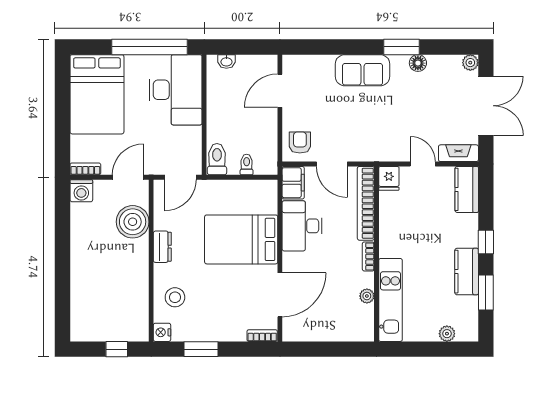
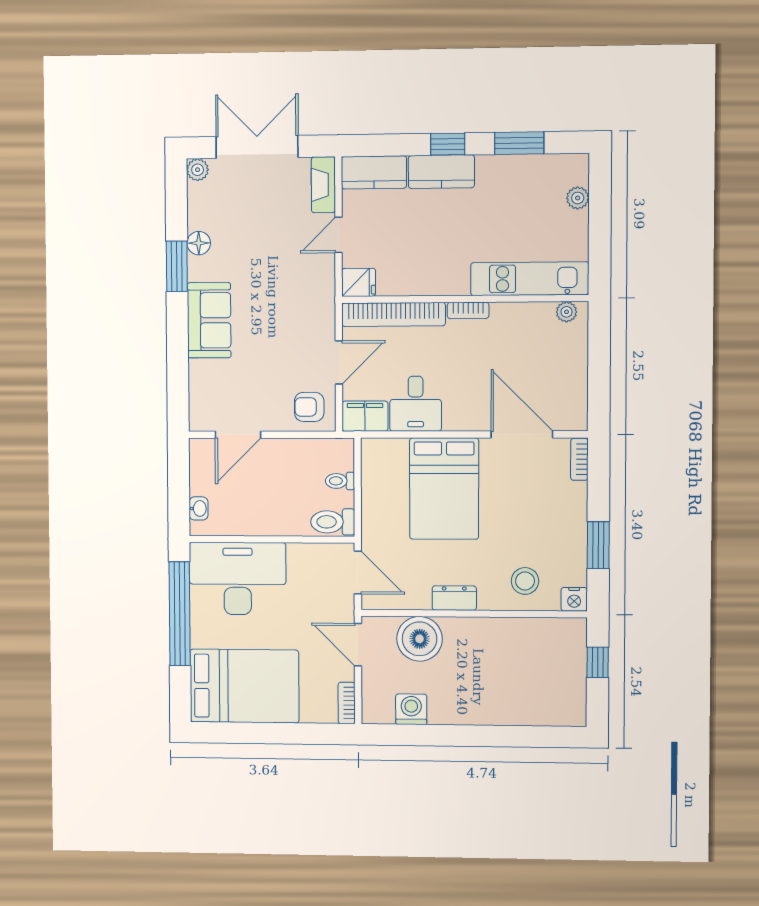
door: (280, 91) -> (238, 435), hinge flipped
washing machine: (81, 191) -> (411, 709), moved, turned -90
desk: (302, 226) -> (416, 404), width x0.73
kitchen counter: (467, 272) -> (441, 172), moved
plant: (367, 296) -> (567, 312), moved

